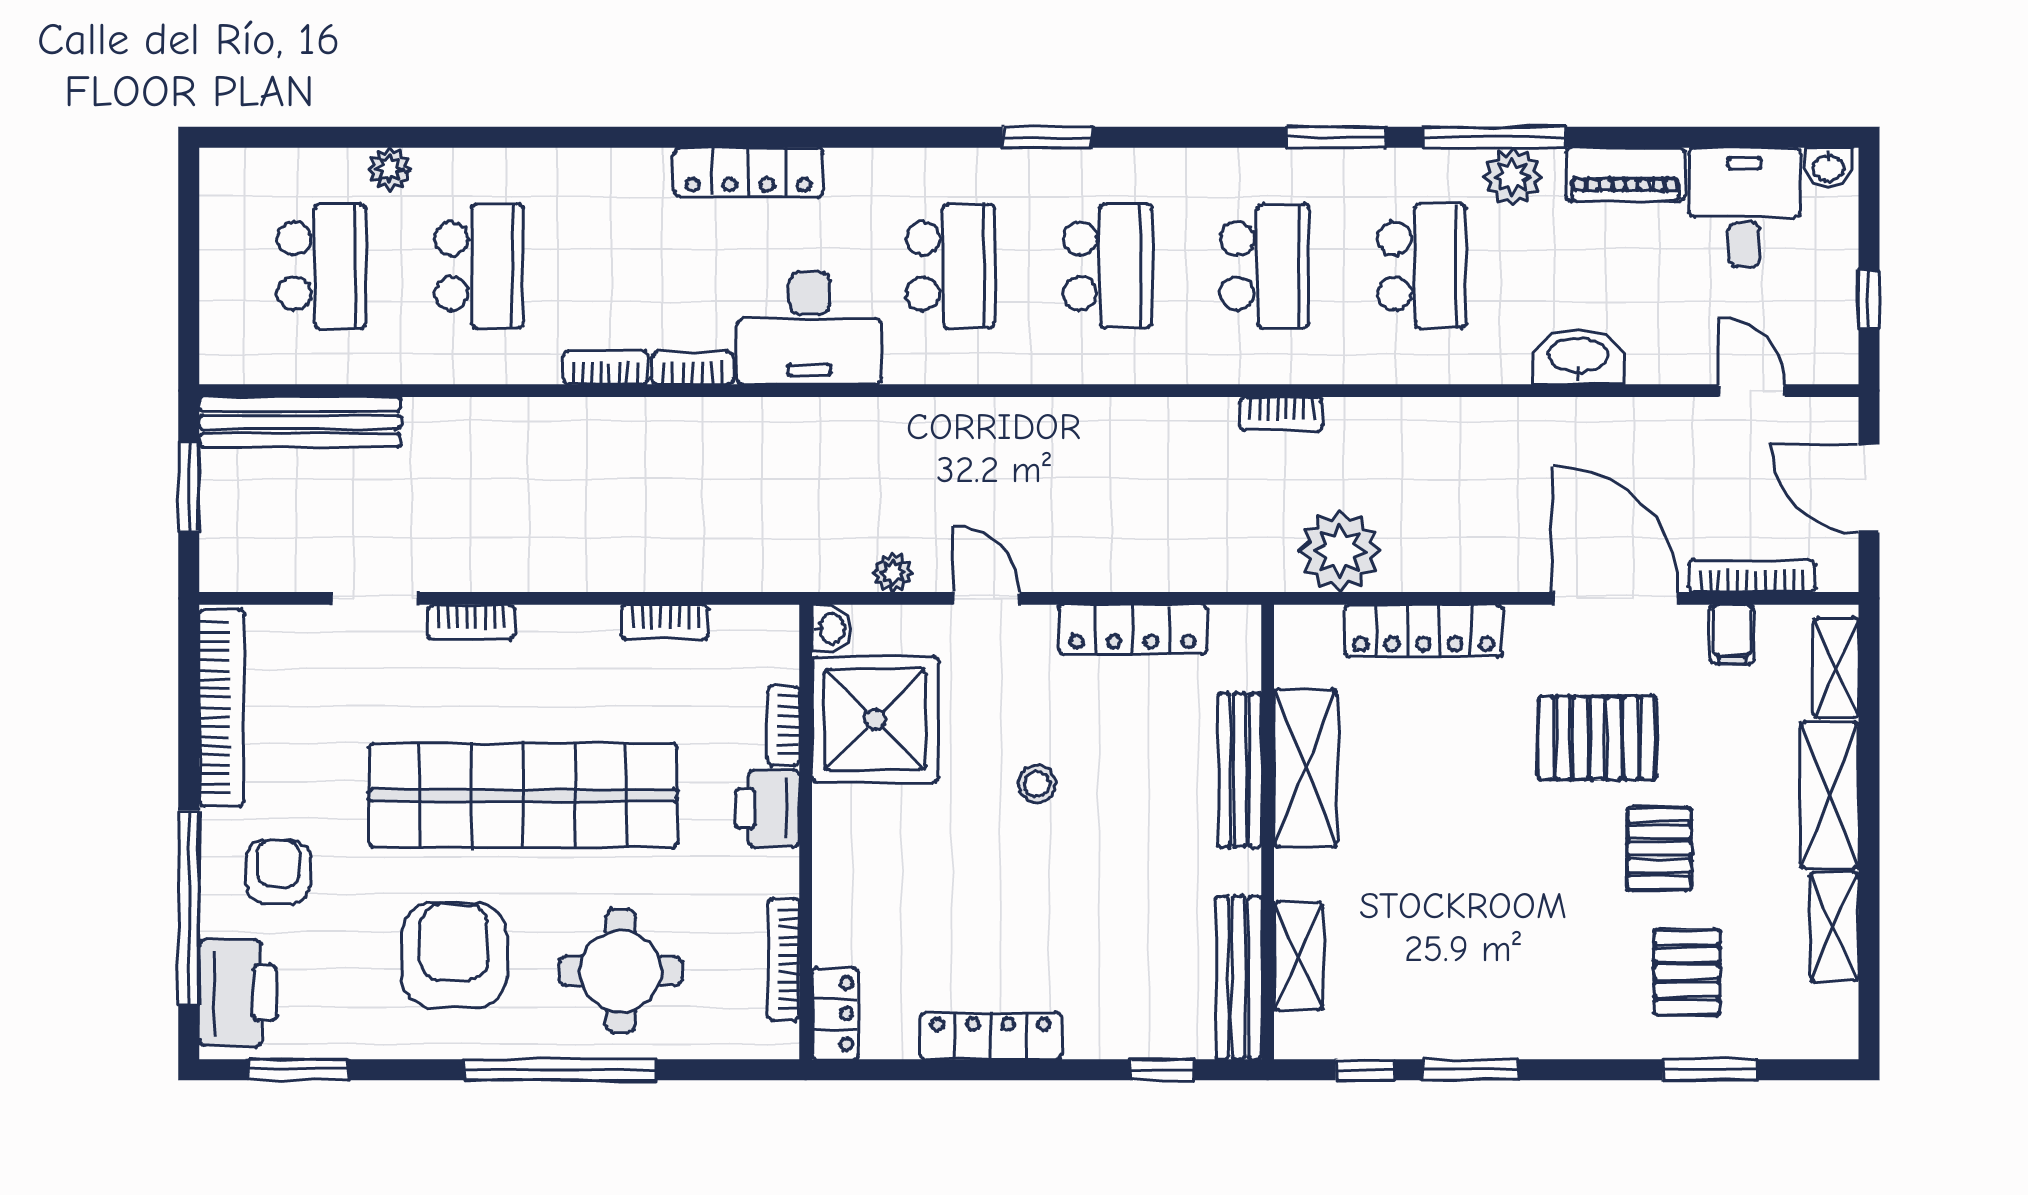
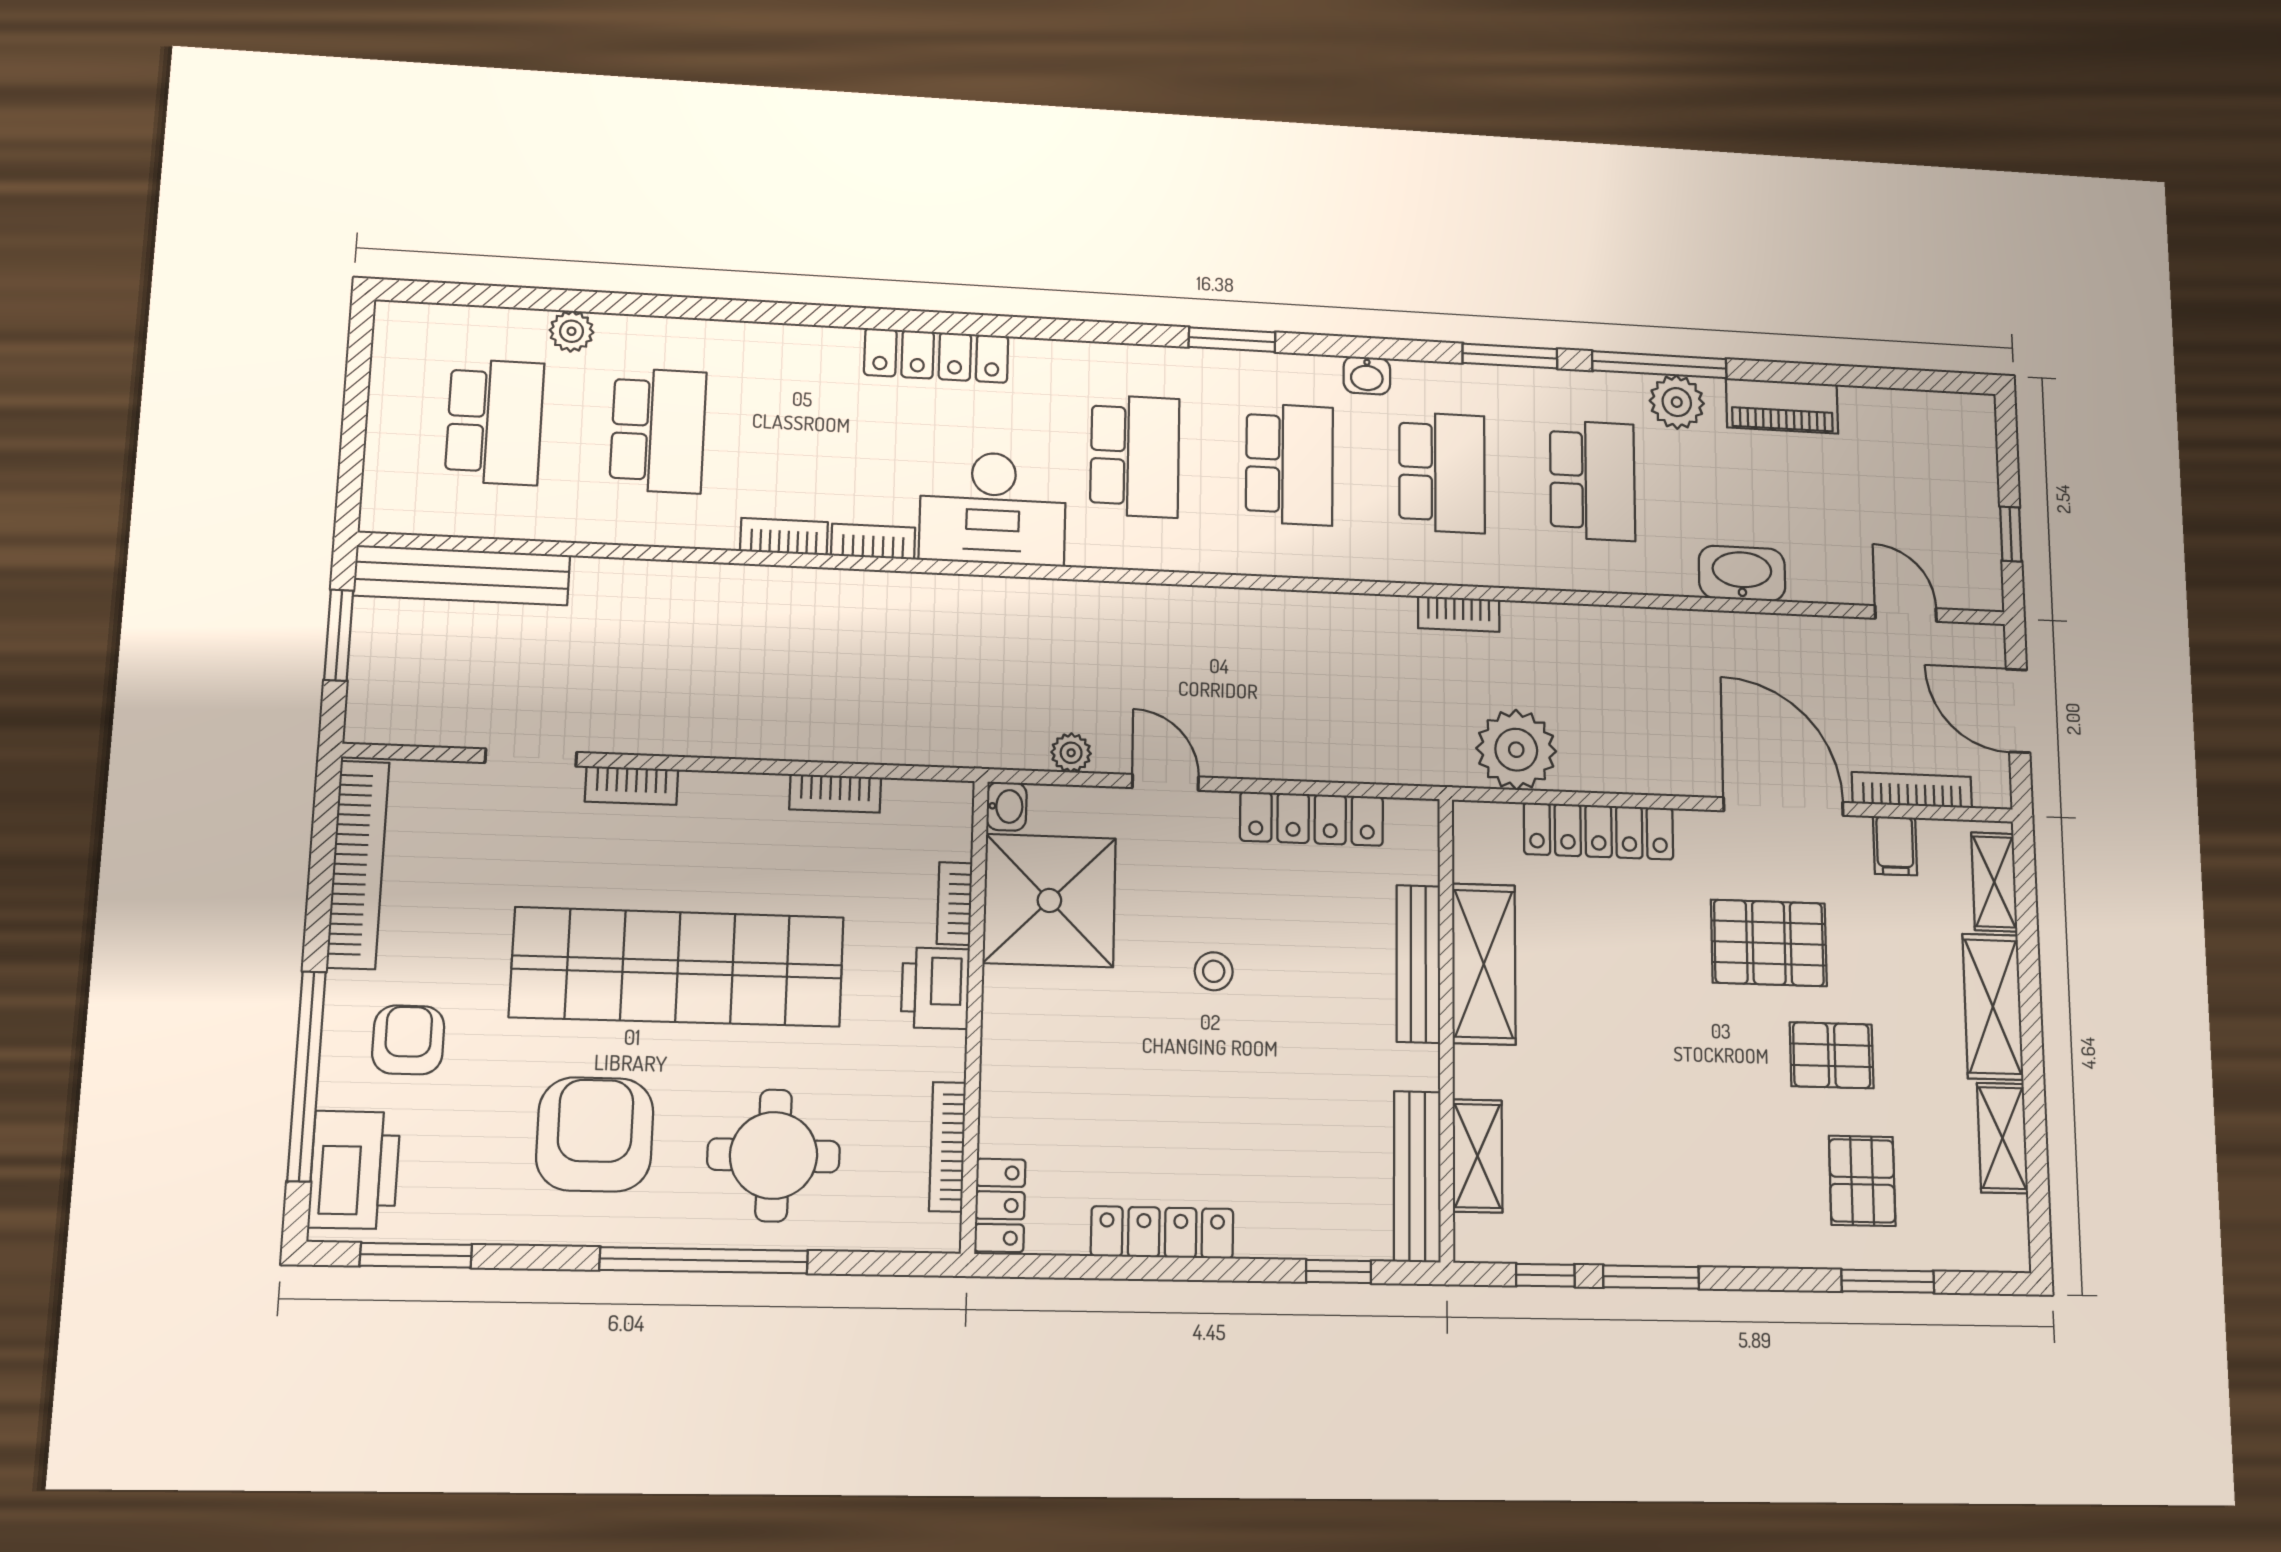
washbasin: (1828, 167) -> (1367, 375), moved
desk: (1745, 207) -> (1893, 443), removed
pallet: (1659, 849) -> (1832, 1055), turned 90

